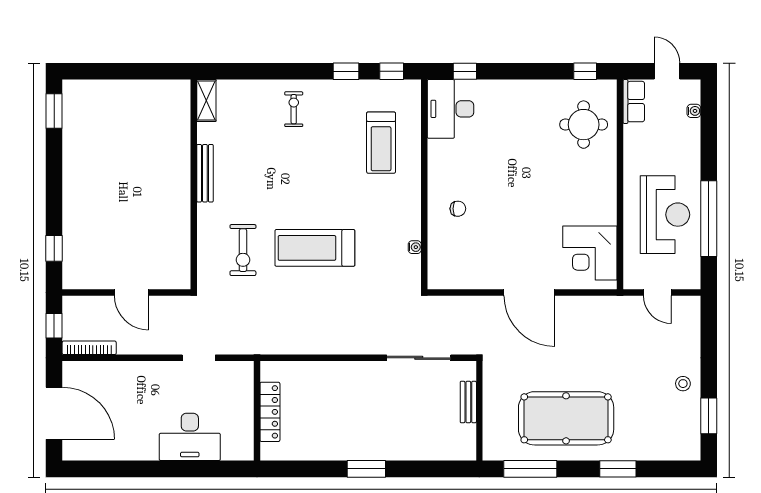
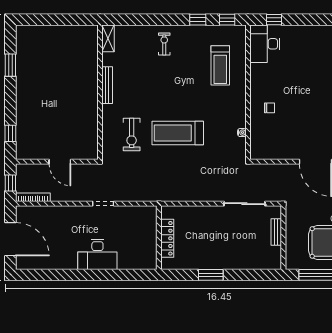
window: (54, 111) -> (10, 65), moved
wall: (257, 411) -> (159, 238), moved
locker: (270, 412) -> (167, 238), moved

